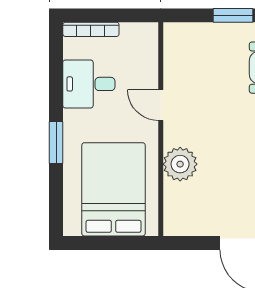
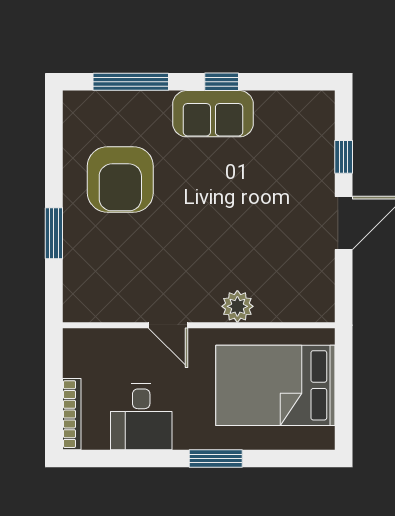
door: (161, 105) -> (168, 325), hinge flipped
plant: (180, 164) -> (237, 306), width x0.73, depth x0.73

